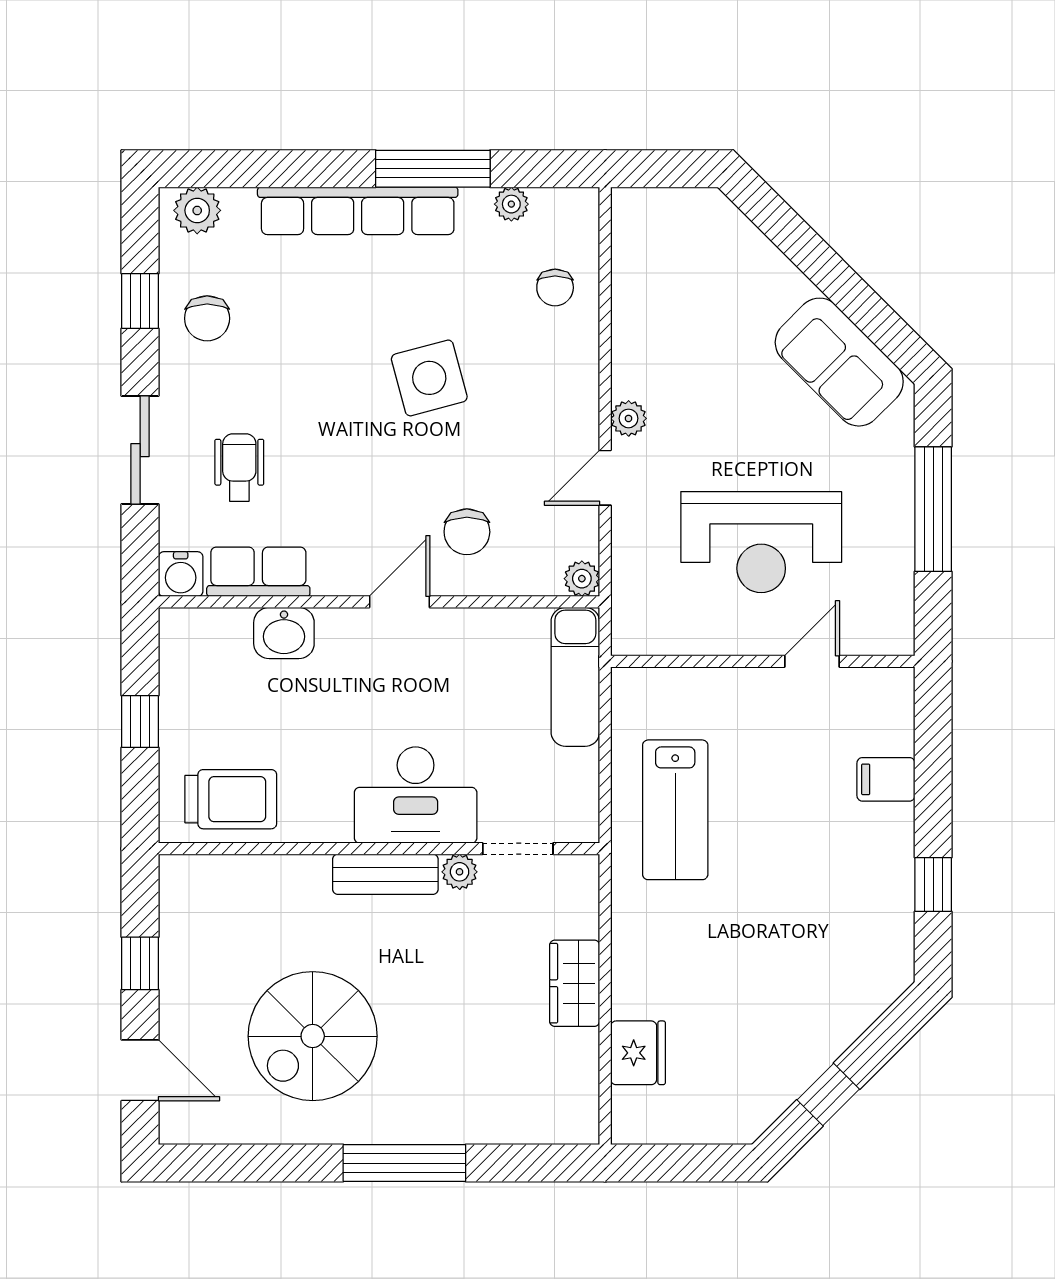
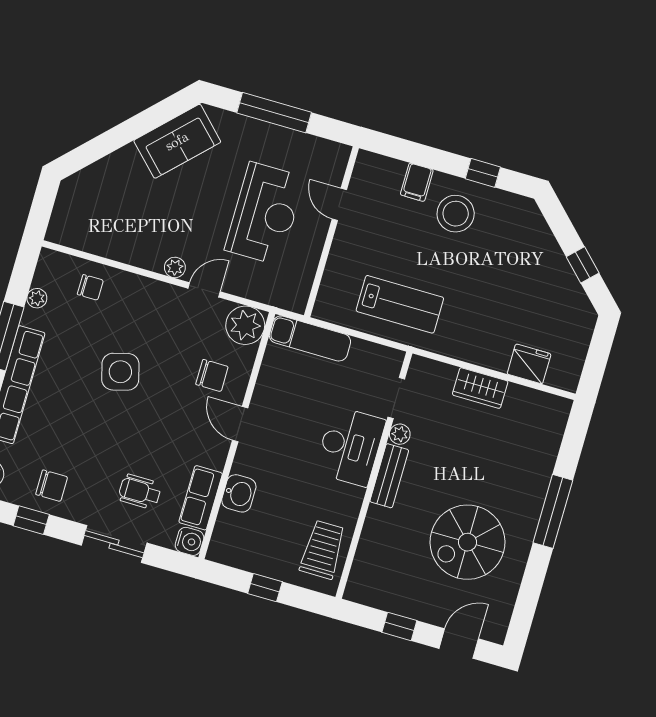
door: (605, 478) -> (204, 290), swing flipped
plant: (582, 579) -> (245, 325), width x1.87, depth x1.87
stool: (853, 859) -> (456, 214), added
spiral stairs: (313, 1036) -> (467, 542), turned 90

